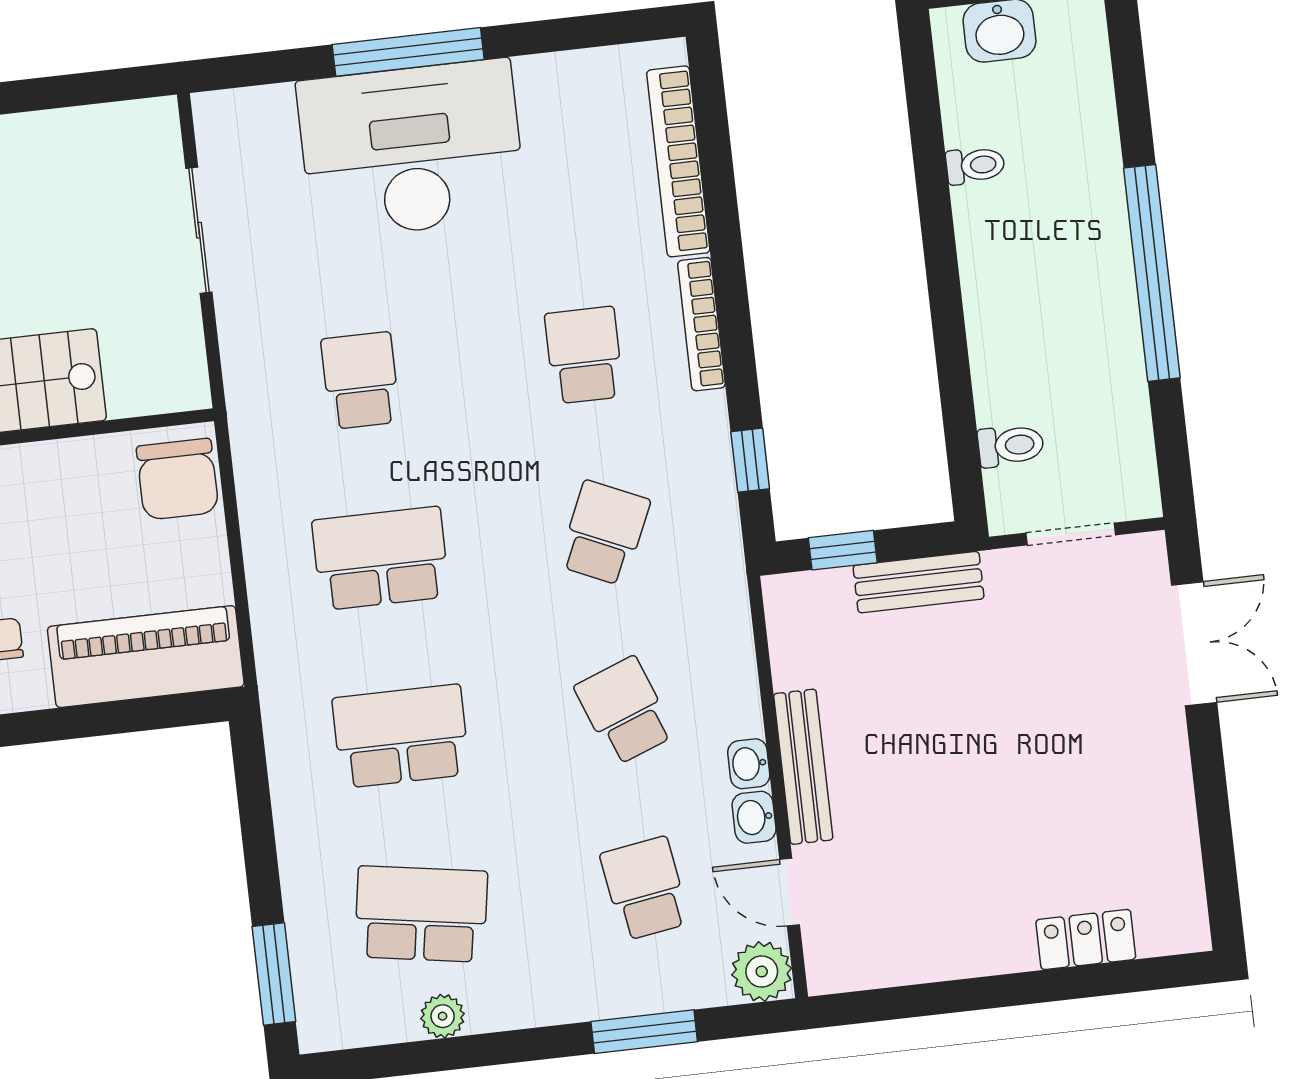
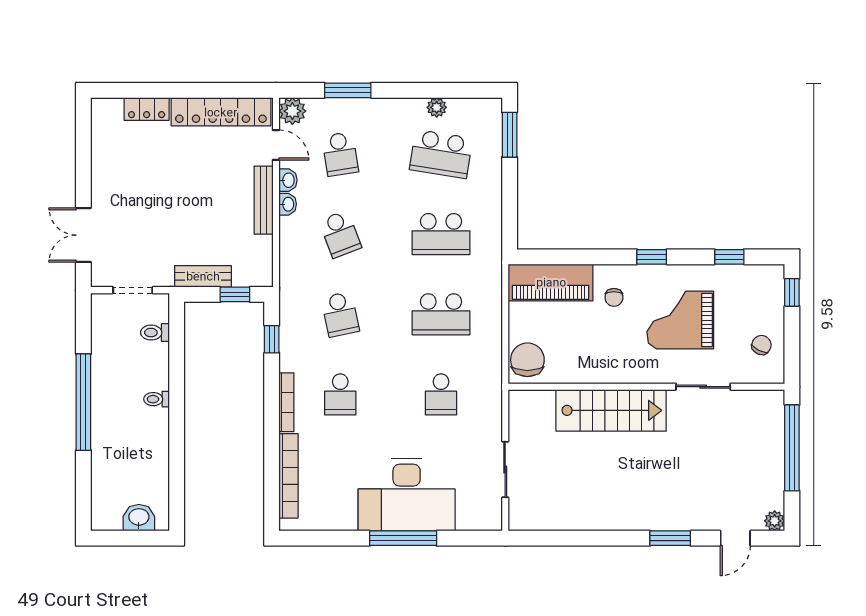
toilet: (975, 165) -> (157, 399), moved
school desk: (604, 533) -> (340, 314), turned -36
locker: (920, 952) -> (221, 112), added

